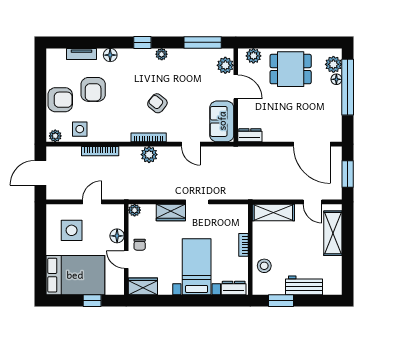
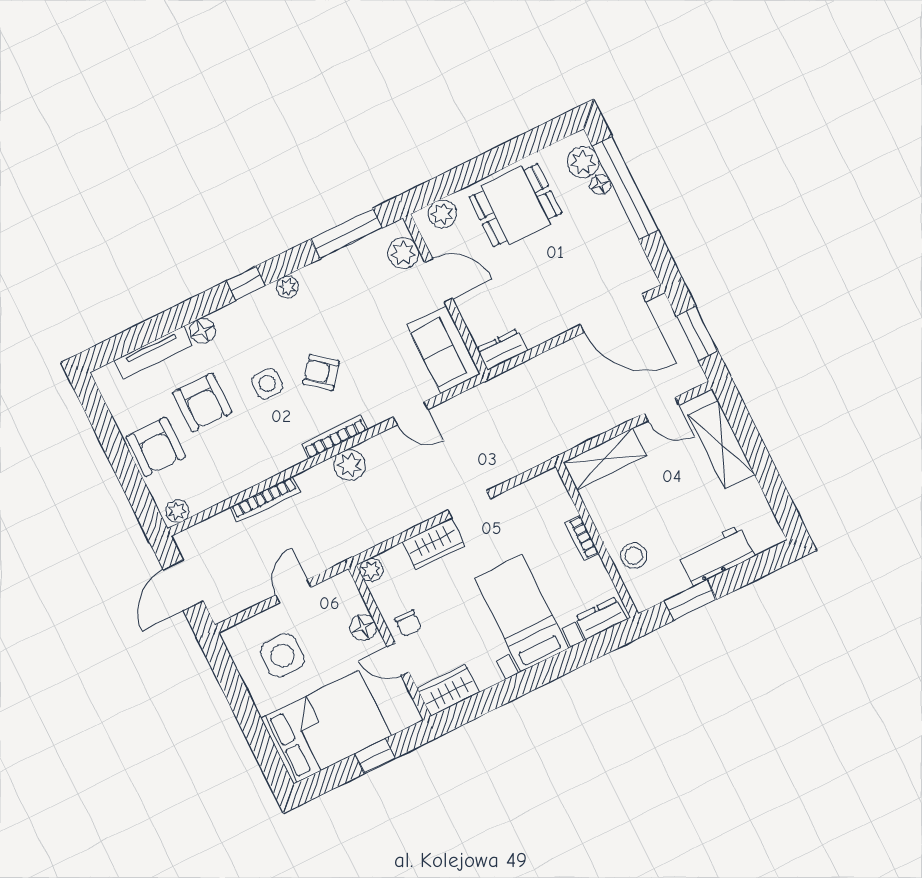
tv unit: (81, 54) -> (153, 353), width x1.41
armchair: (60, 100) -> (156, 447), turned 90
side table: (80, 129) -> (267, 384), moved

